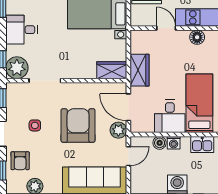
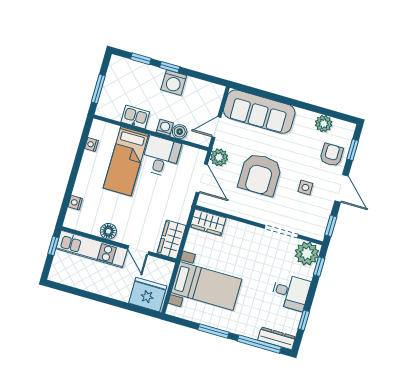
wardrobe: (139, 70) -> (172, 239), moved

